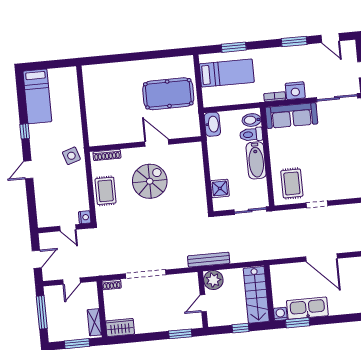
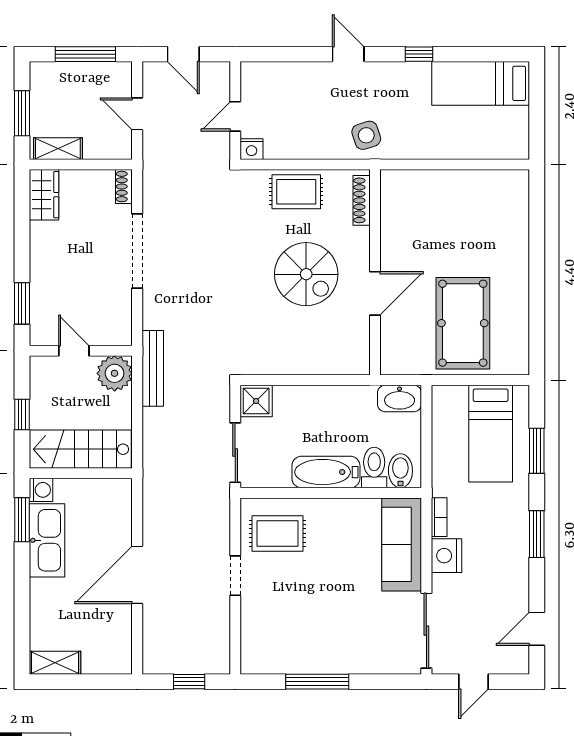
window: (294, 41) -> (537, 534), moved
shower: (220, 188) -> (256, 401), moved

